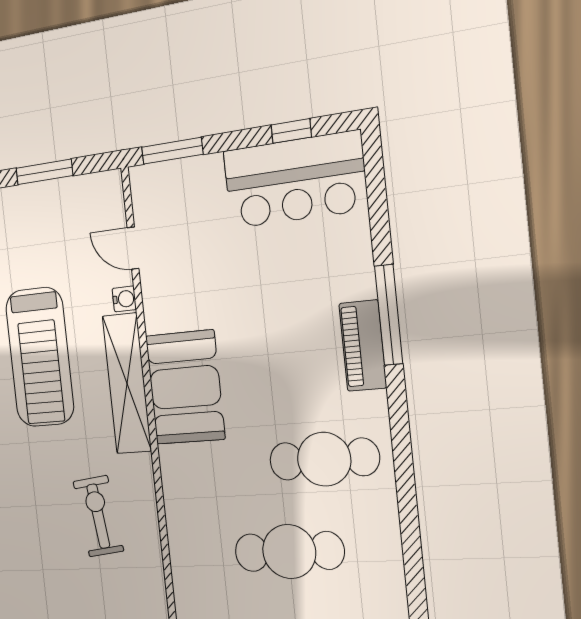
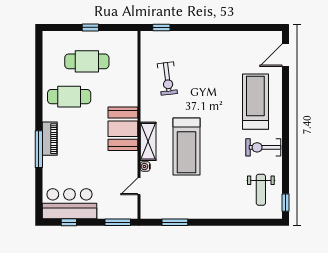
door: (133, 248) -> (139, 186), swing flipped
treadmill: (40, 357) -> (186, 147), turned 180
shelving: (127, 383) -> (148, 141), width x0.68

